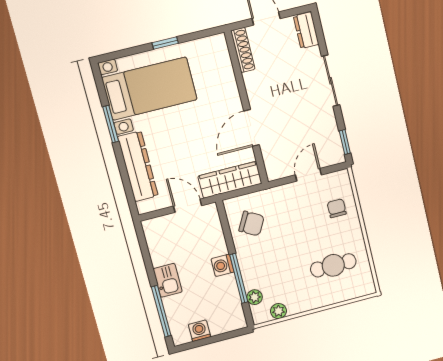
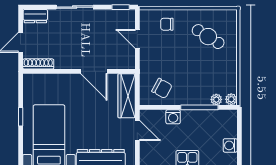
door: (188, 206) -> (137, 131), swing flipped
chair: (251, 224) -> (162, 88), turned 90
washing machine: (222, 265) -> (173, 117), moved
cafe table: (333, 265) -> (208, 37), turned -58
plant: (278, 311) -> (231, 99), moved

